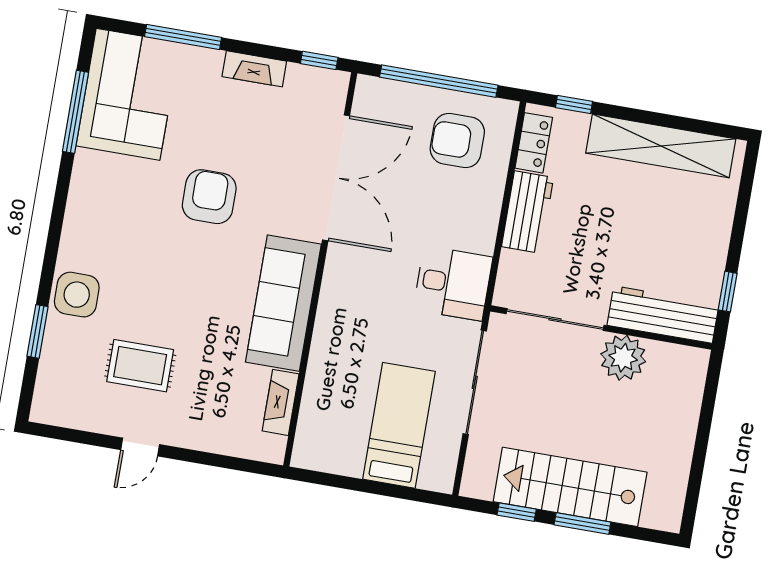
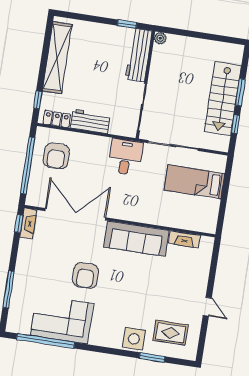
fireplace: (254, 69) -> (28, 223), moved
corner sofa: (128, 94) -> (62, 320), moved
window: (75, 112) -> (46, 341), width x1.46
armchair: (209, 197) -> (86, 275), turned -90
plant: (623, 358) -> (160, 38), moved, width x0.53, depth x0.53
rug: (140, 366) -> (170, 333), moved, turned 90

